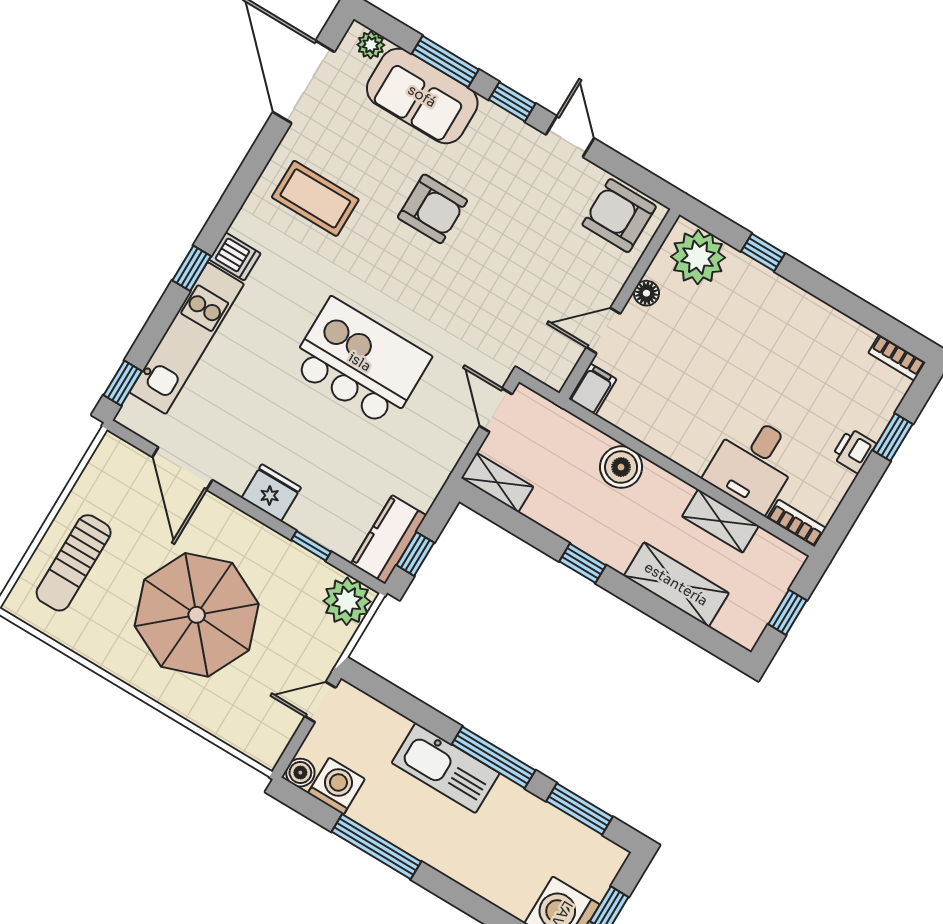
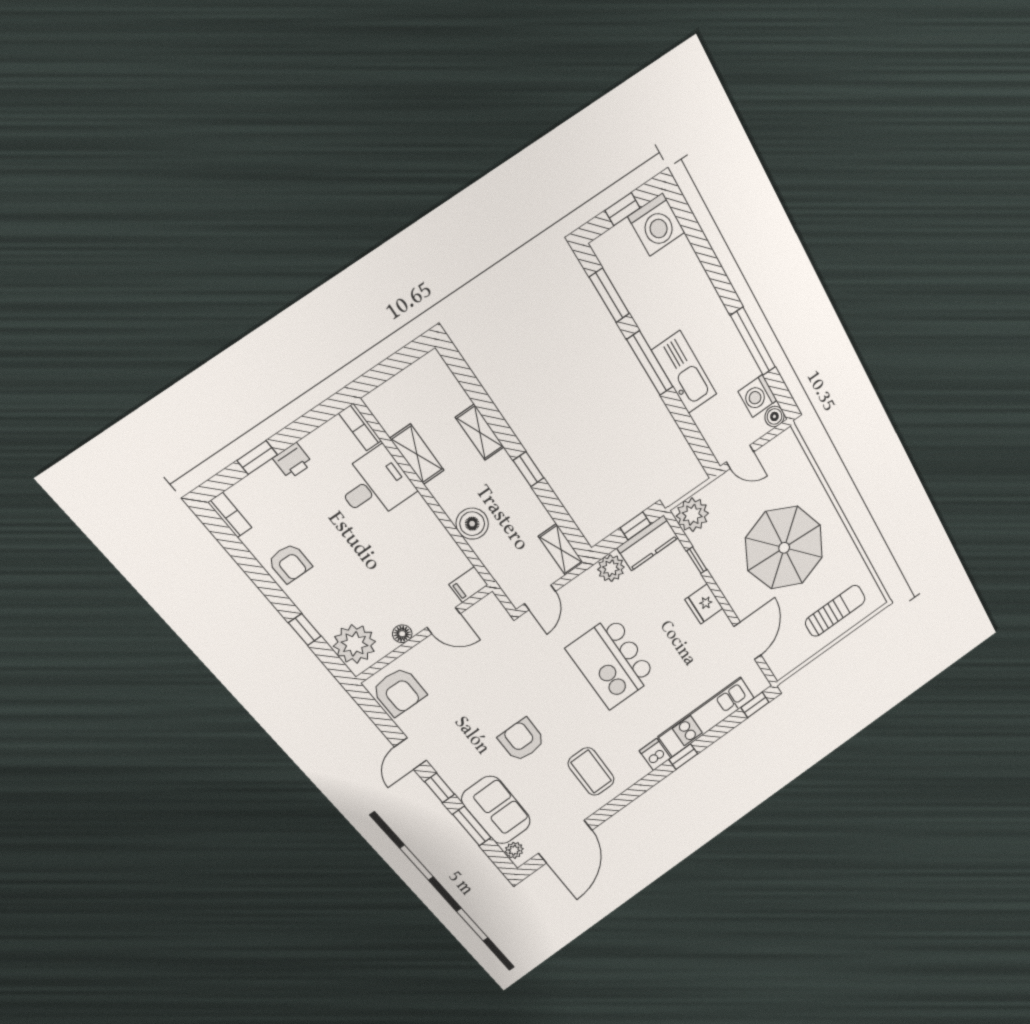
armchair: (811, 328) -> (290, 563), added
plant: (421, 486) -> (611, 568), added
shelving: (676, 584) -> (480, 432), width x0.67, depth x0.75
window: (787, 612) -> (395, 364), removed

